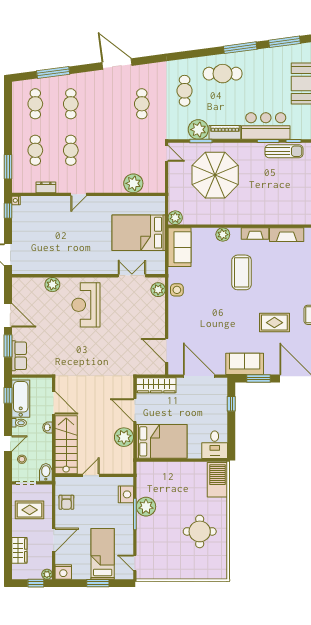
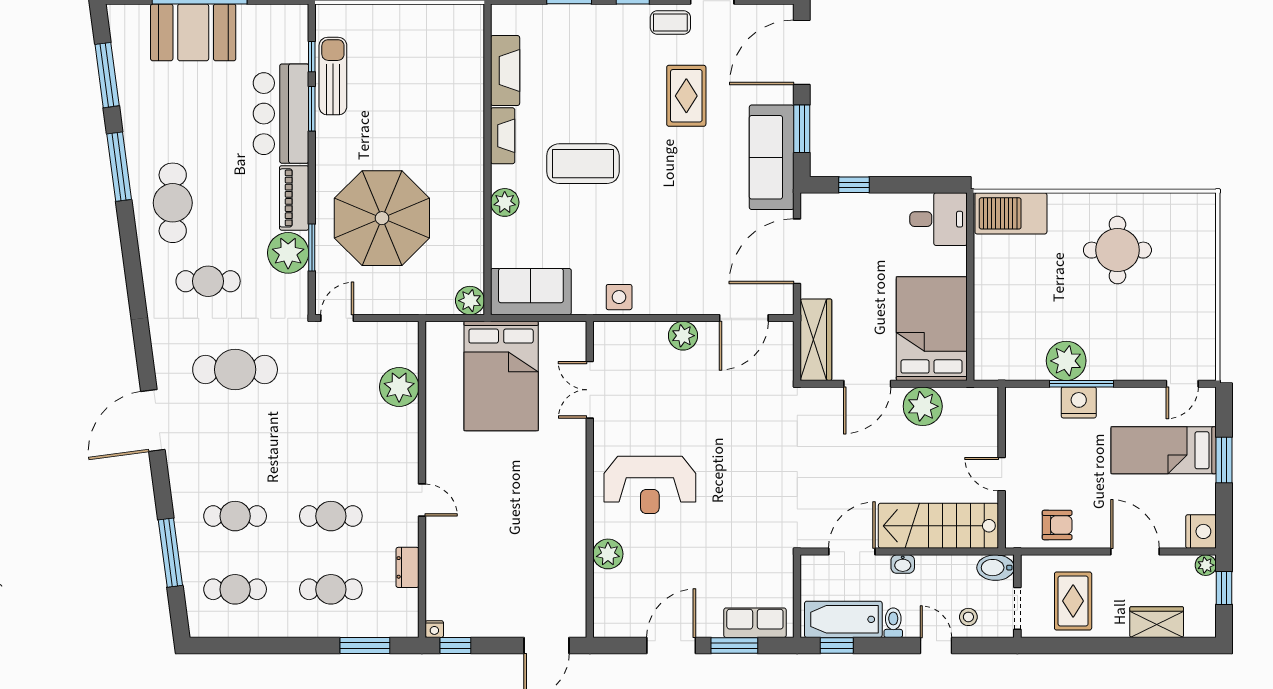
cafe table: (142, 104) -> (235, 370), width x1.37, depth x1.35
plant: (158, 290) -> (683, 336), moved
sofa: (245, 364) -> (772, 157), width x1.36
nightstand: (126, 494) -> (1079, 402), moved

